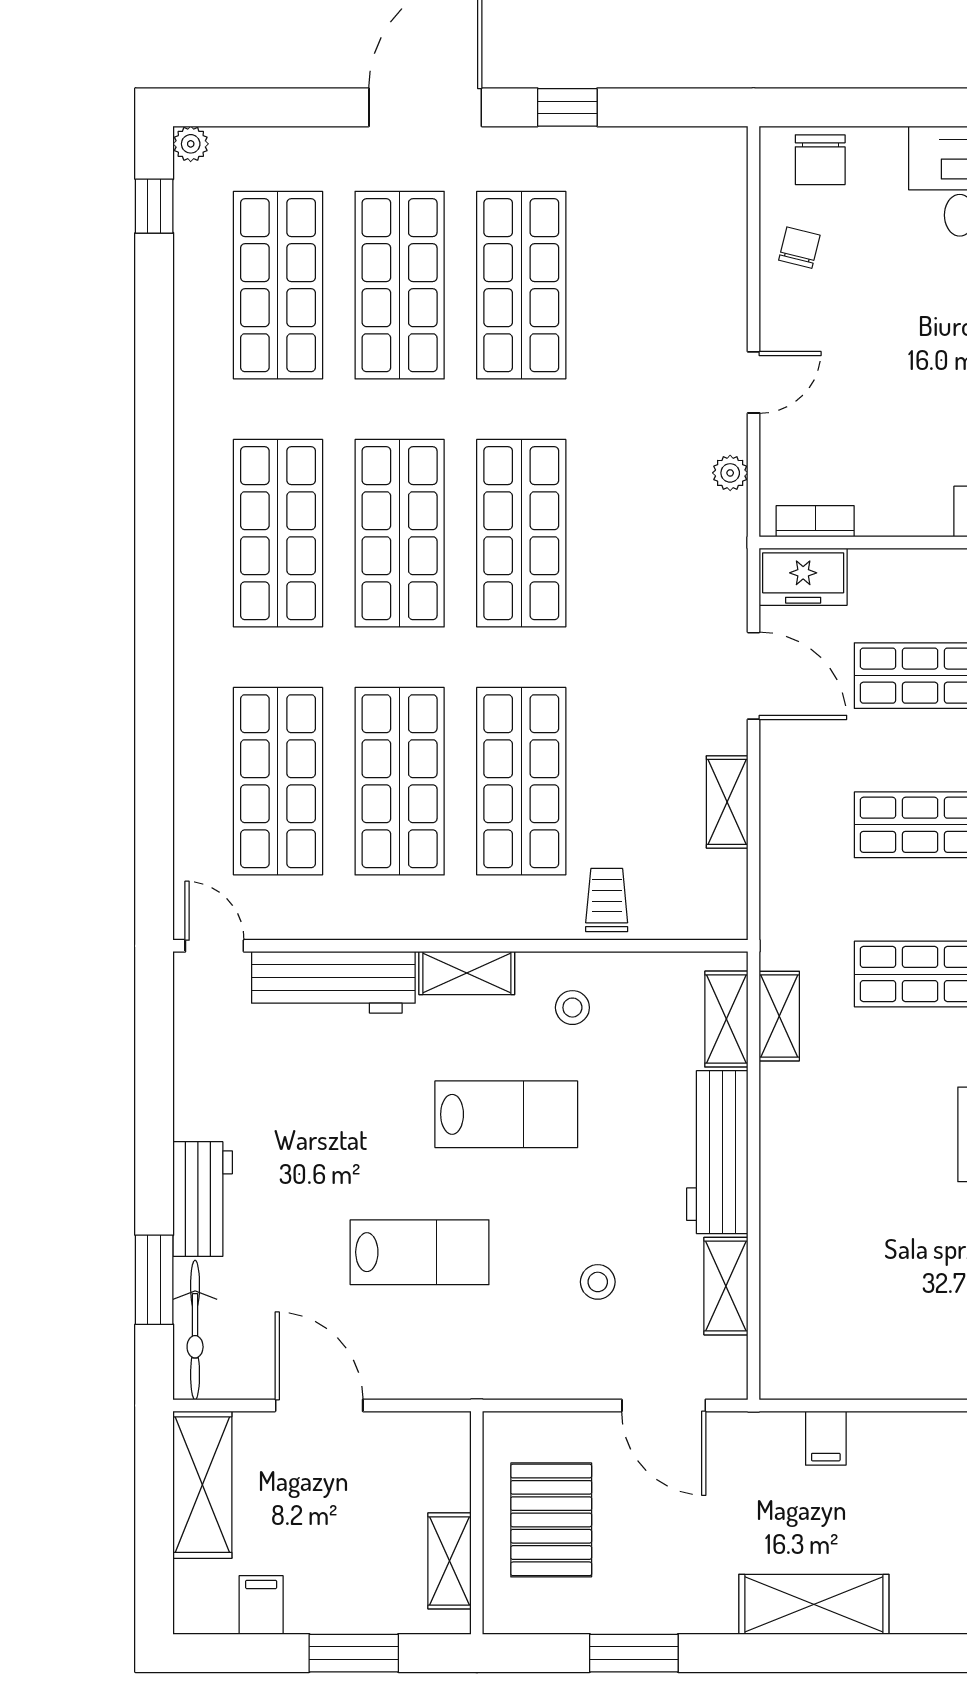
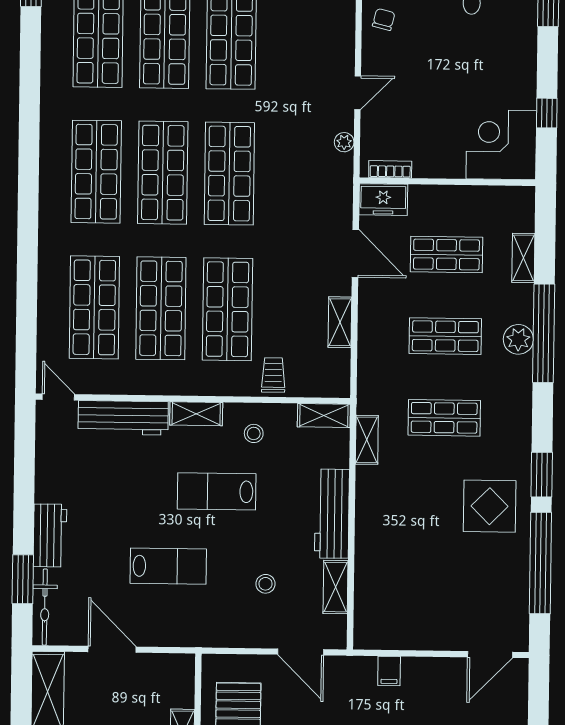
shelving: (726, 1019) -> (324, 416), moved, turned 90
lab bench: (506, 1114) -> (217, 491), turned 180

